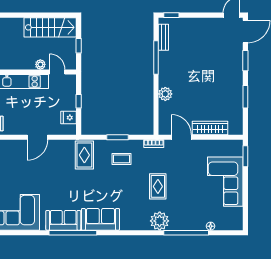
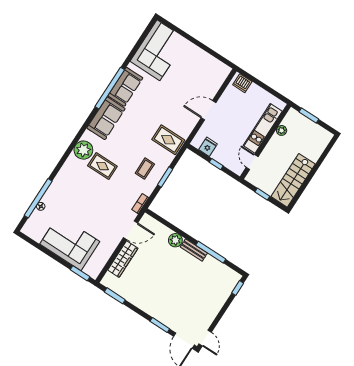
bench: (163, 37) -> (194, 250), moved
plant: (40, 64) -> (282, 130), moved
door: (57, 72) -> (252, 162), swing flipped
window: (245, 97) -> (115, 296), moved
door: (37, 137) -> (208, 110), hinge flipped
rug: (158, 186) -> (102, 166), moved
plant: (160, 221) -> (83, 150), moved
window: (186, 233) -> (38, 198), moved

